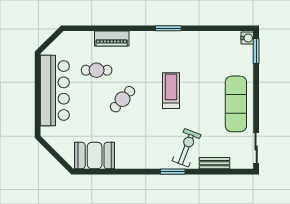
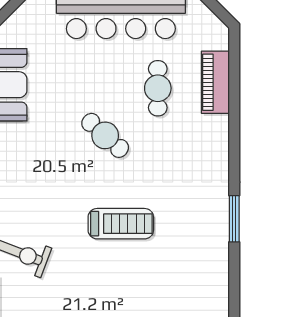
piano: (112, 39) -> (215, 82), moved

